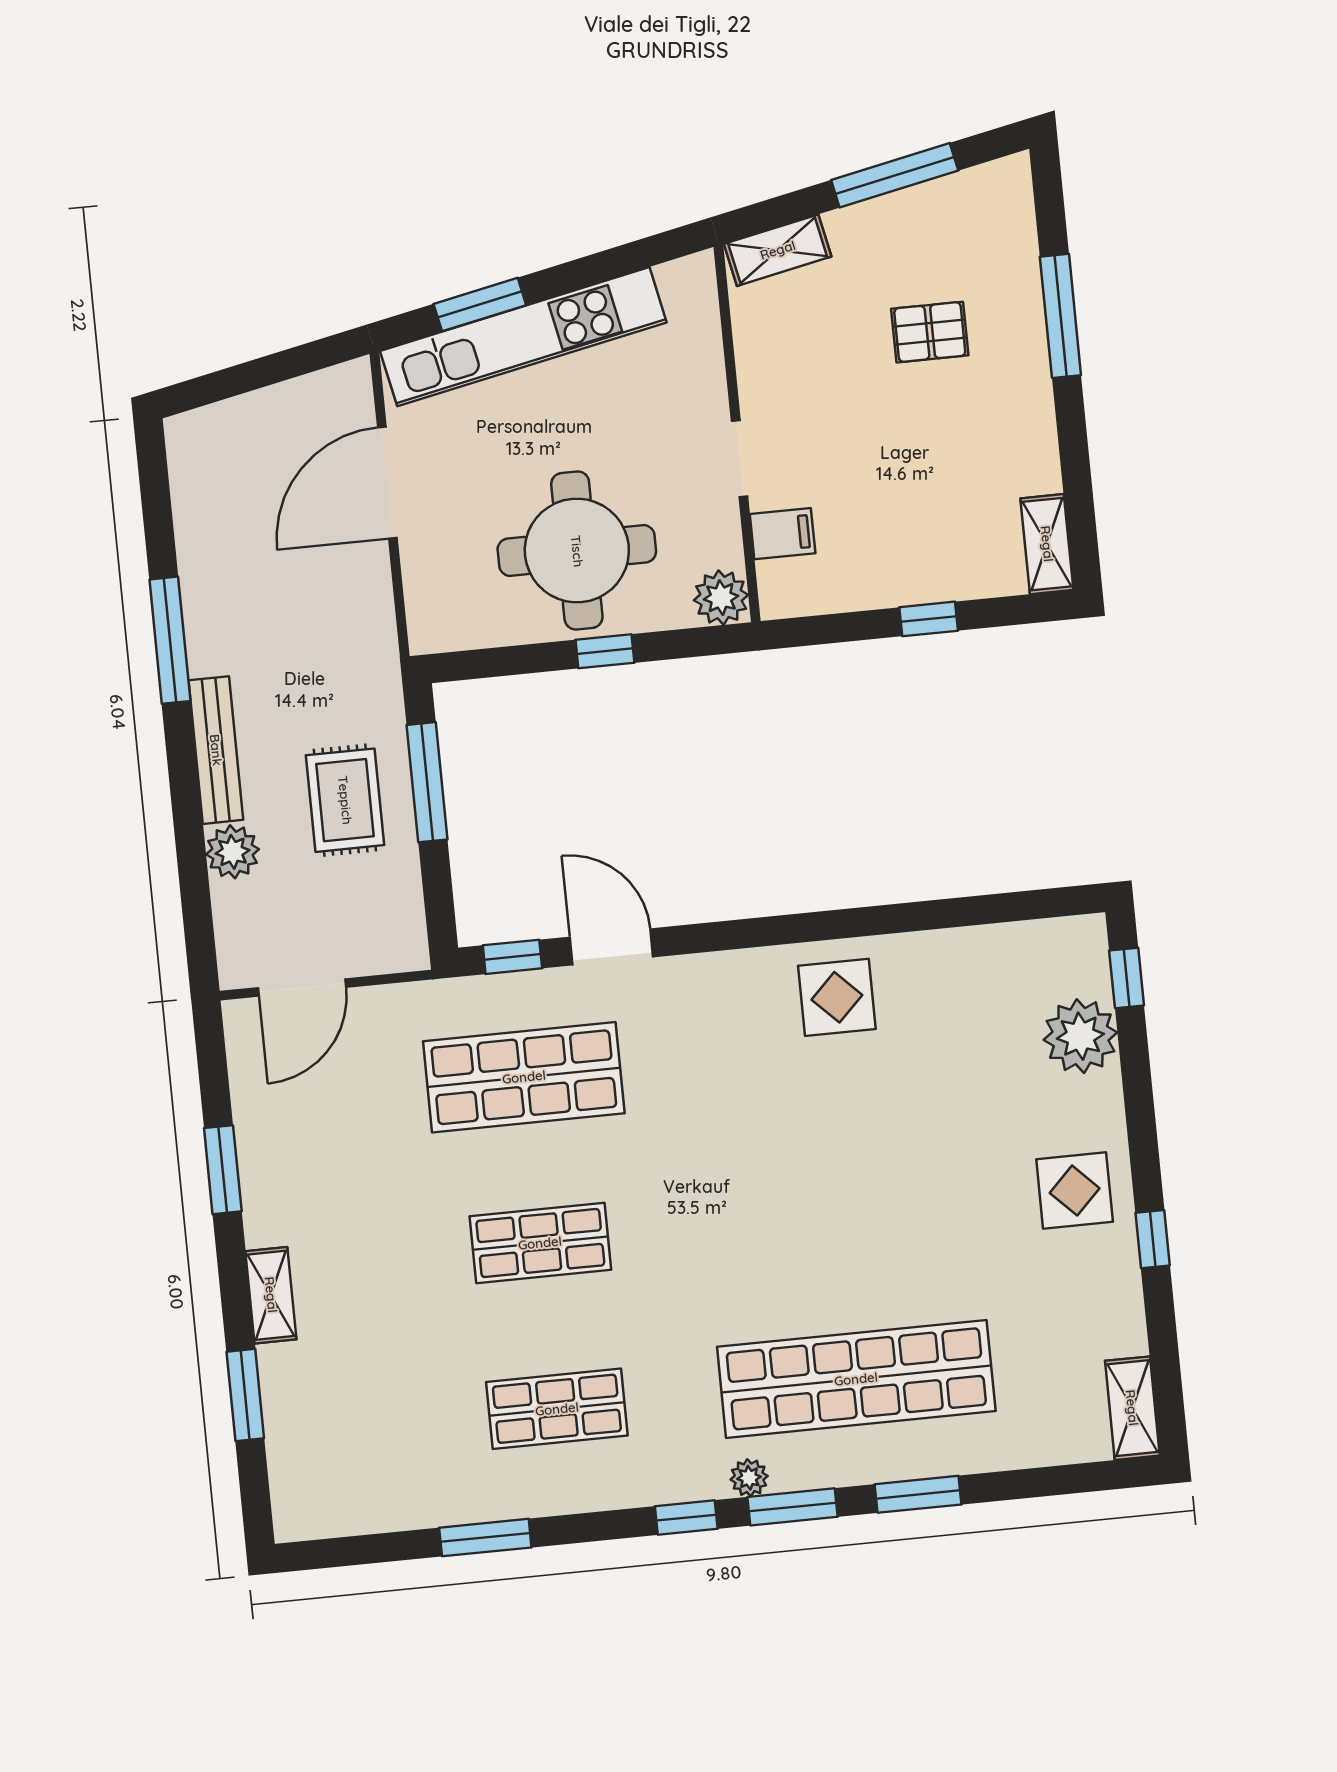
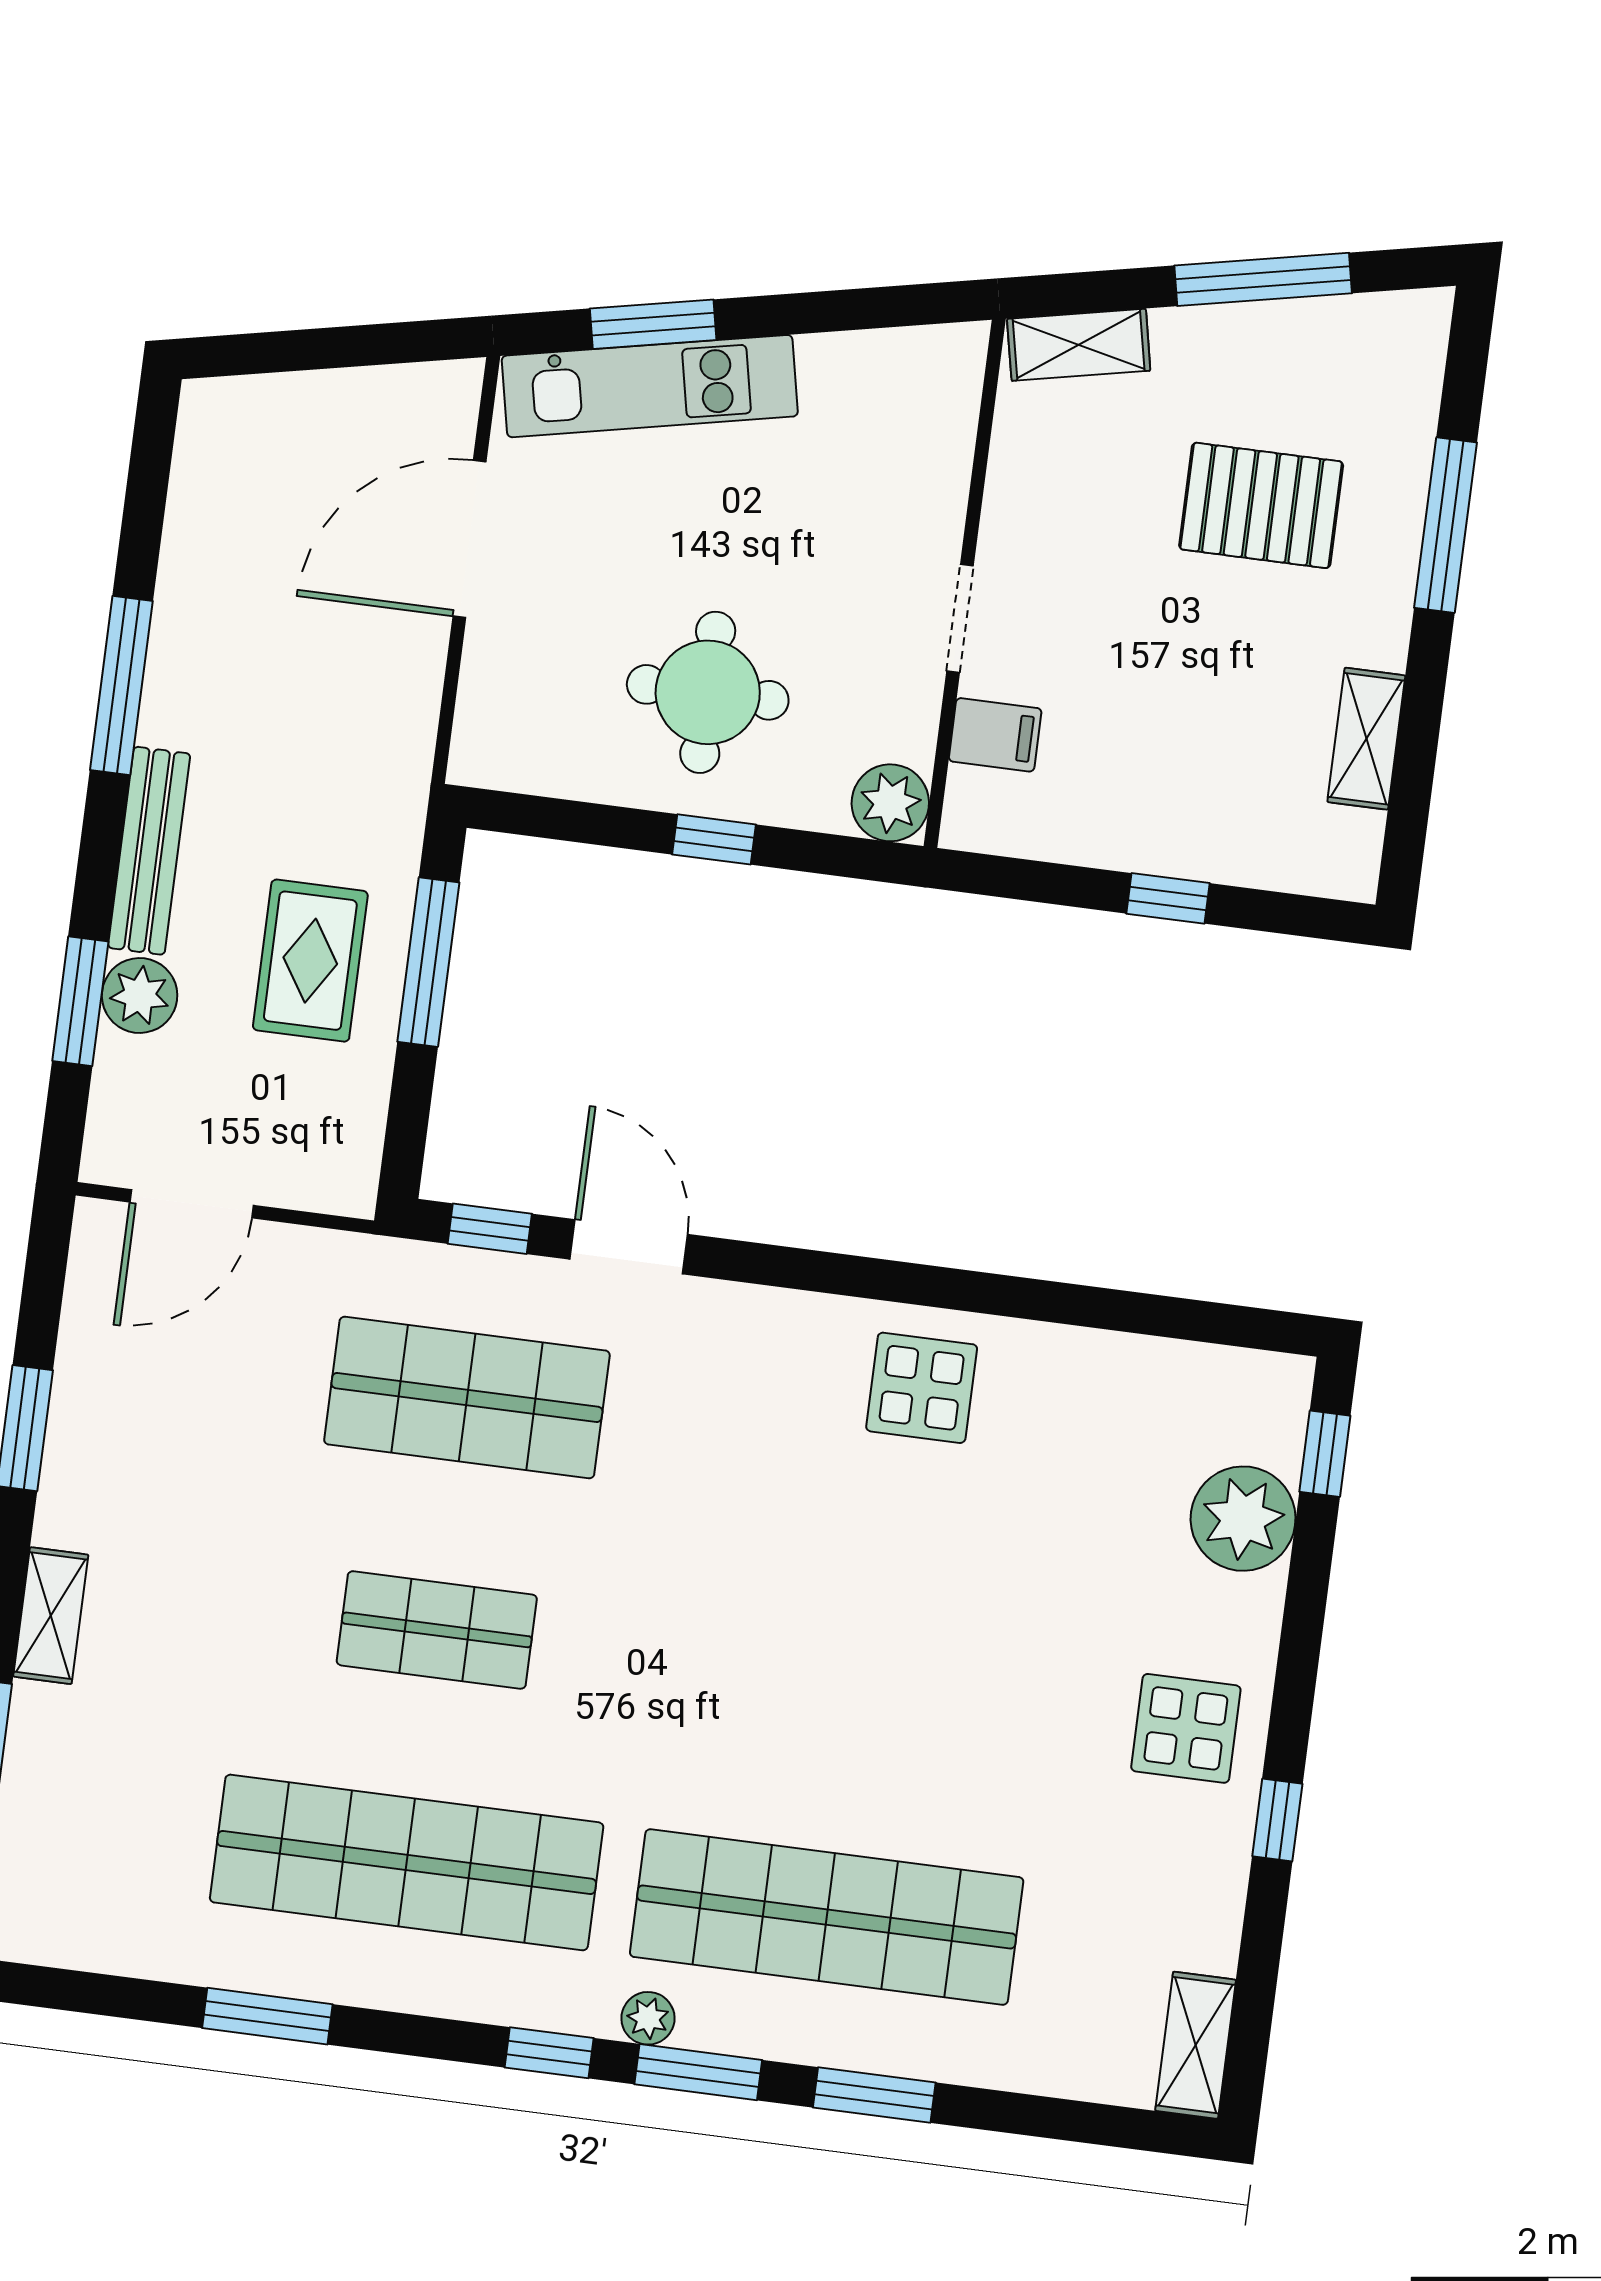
pallet: (930, 332) -> (1261, 505), width x1.50, depth x1.42
kitchen unit: (523, 337) -> (650, 386), width x0.73
shelving: (1047, 544) -> (1366, 739), moved
round table: (577, 551) -> (708, 692), width x0.73, depth x0.73
window: (192, 865) -> (80, 1001), added
shop shelf: (557, 1409) -> (407, 1862), width x2.00, depth x1.36

